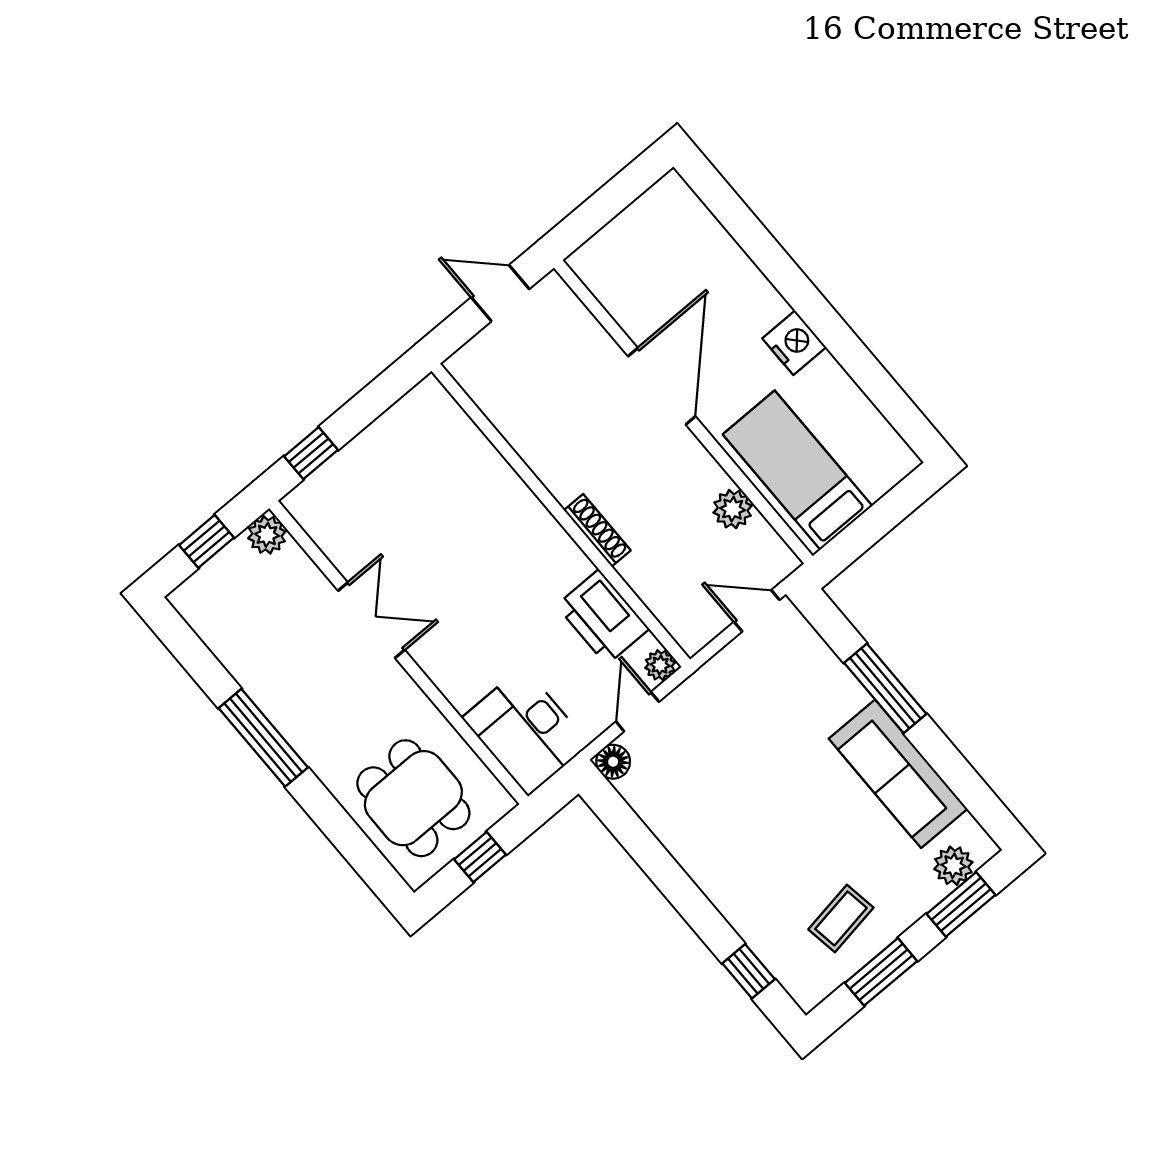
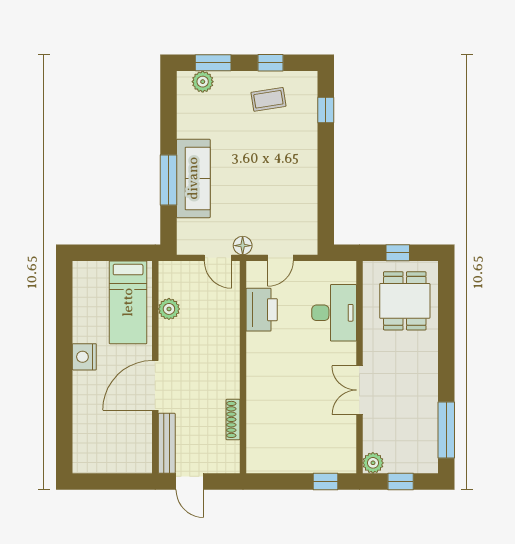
bench: (578, 319) -> (167, 443), added
shoe rack: (597, 530) -> (233, 419), moved
door: (757, 611) -> (218, 258), moved
plant: (660, 665) -> (254, 269), removed
desk: (526, 731) -> (334, 313), moved
window: (263, 738) -> (446, 430), moved
floor lamp: (613, 762) -> (243, 246), moved
sofa: (898, 774) -> (193, 178), moved
window: (881, 972) -> (271, 63), width x0.67

